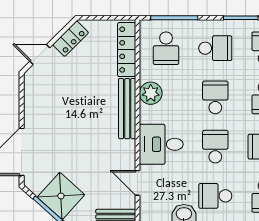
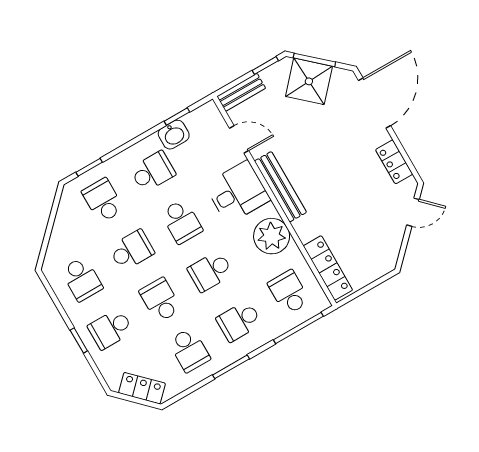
locker: (71, 39) -> (394, 162), moved, turned -45
plant: (151, 93) -> (272, 236), width x1.36, depth x1.36
school desk: (215, 97) -> (210, 271), turned 90
bench: (127, 109) -> (280, 187), moved

